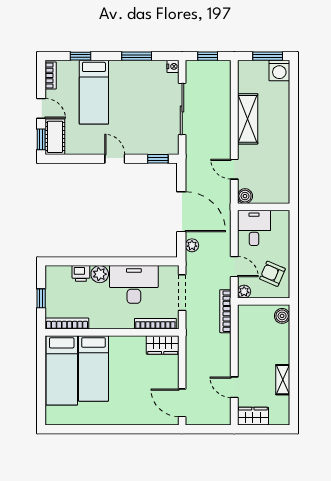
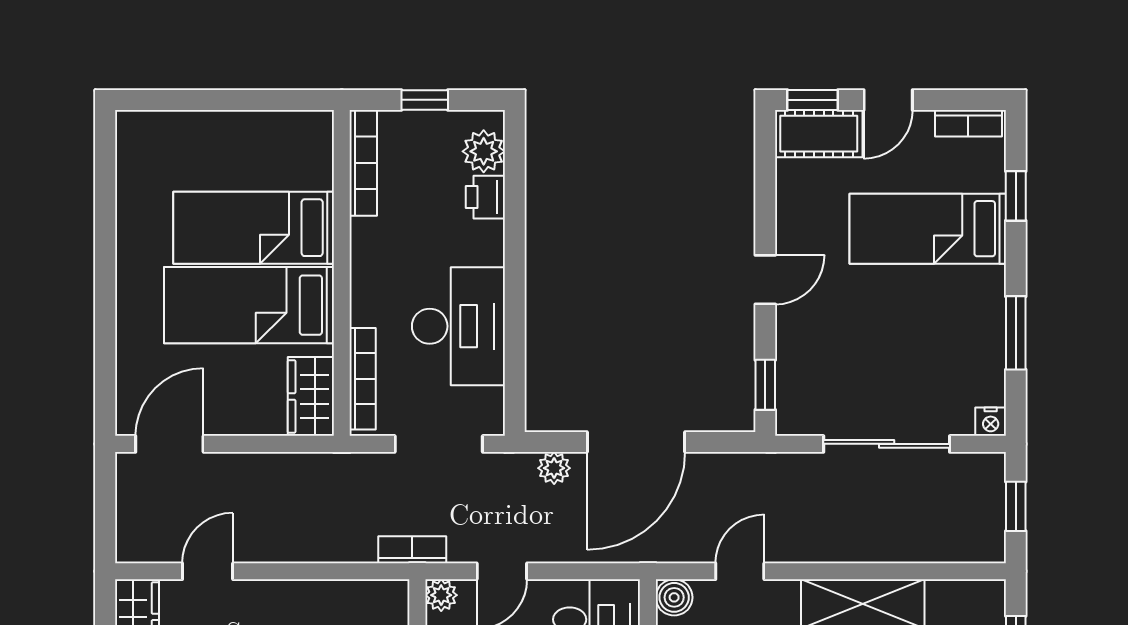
plant: (100, 274) -> (484, 151), moved
bookcase: (225, 311) -> (412, 550), width x0.64
bed: (62, 370) -> (249, 305), moved

